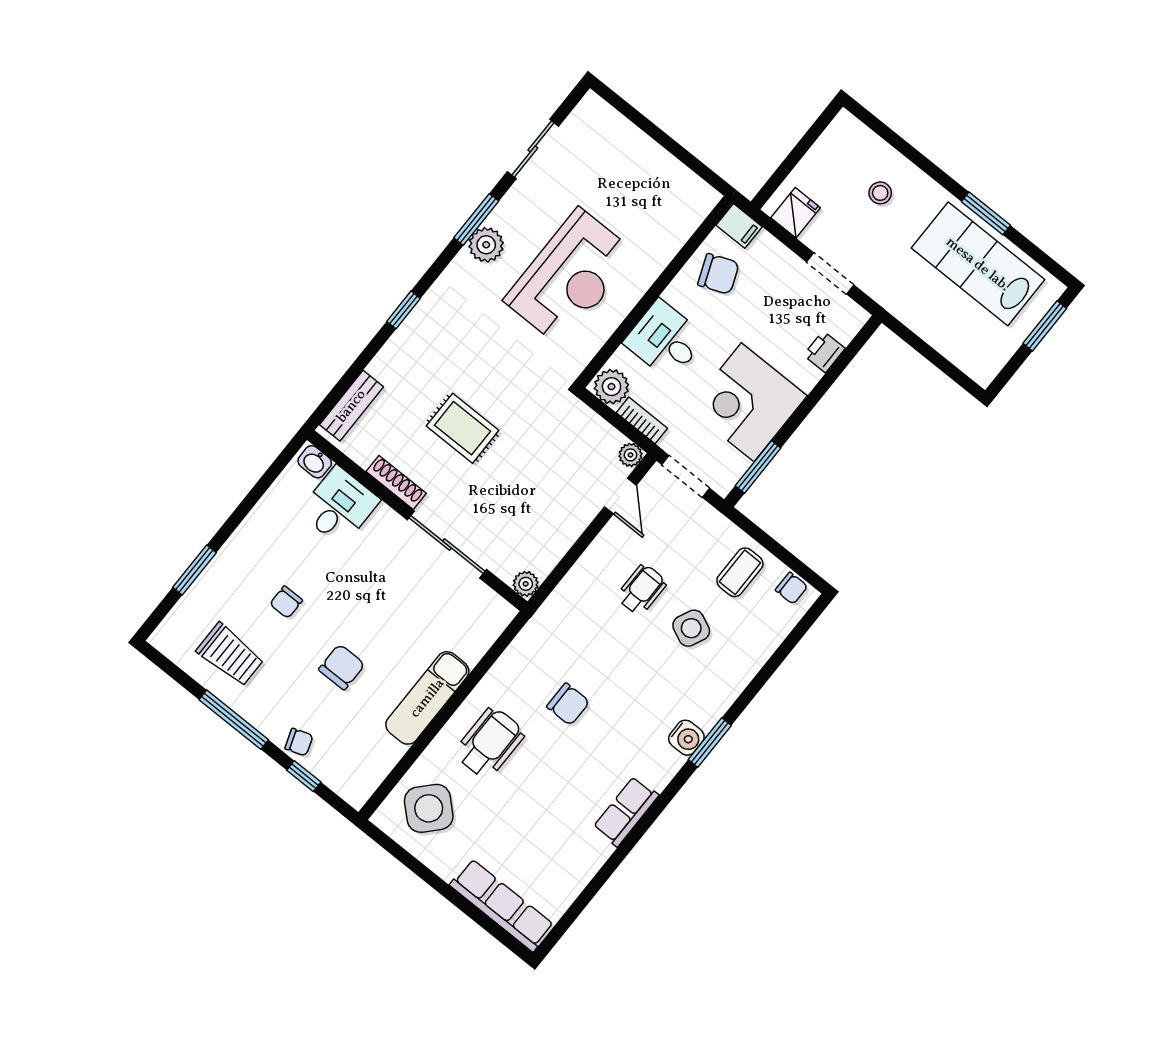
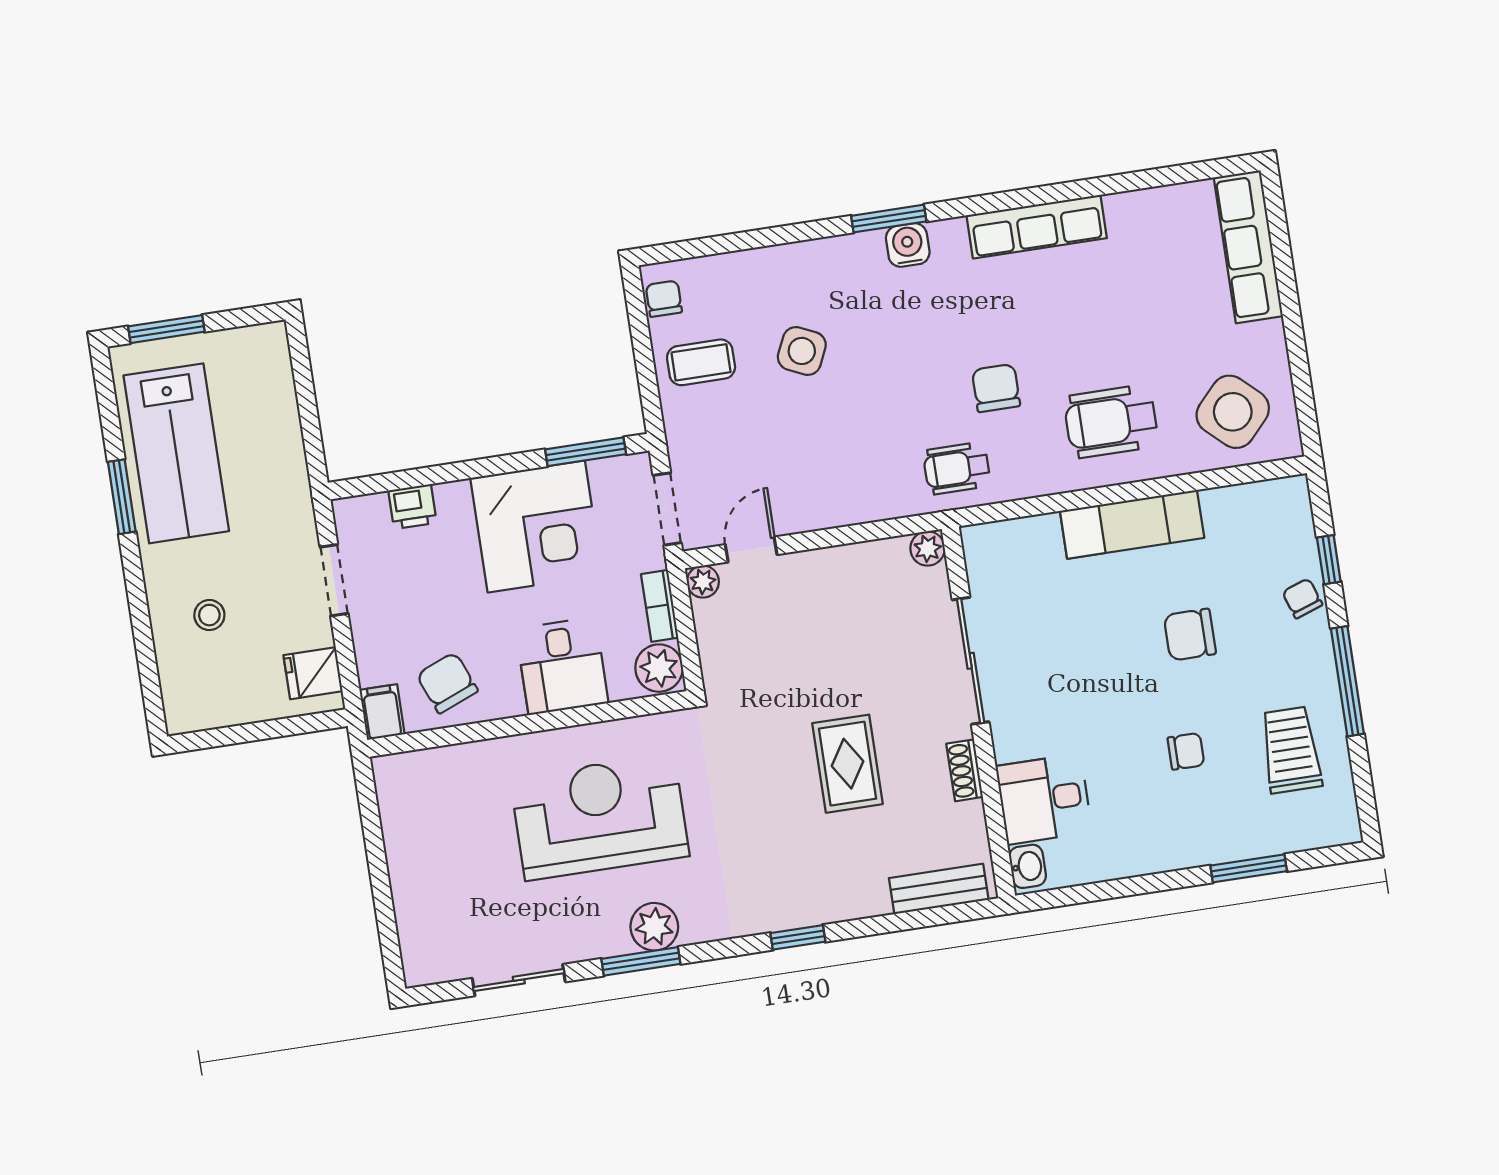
shoe rack: (396, 482) -> (965, 770), width x0.70
wheelchair: (642, 590) -> (957, 468), moved
row of seats: (626, 811) -> (1037, 227), width x1.48

